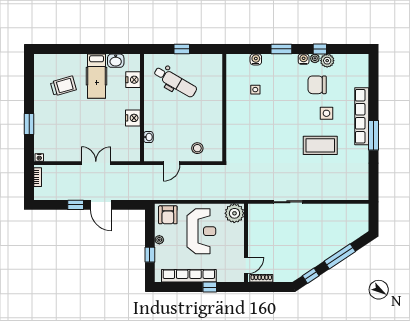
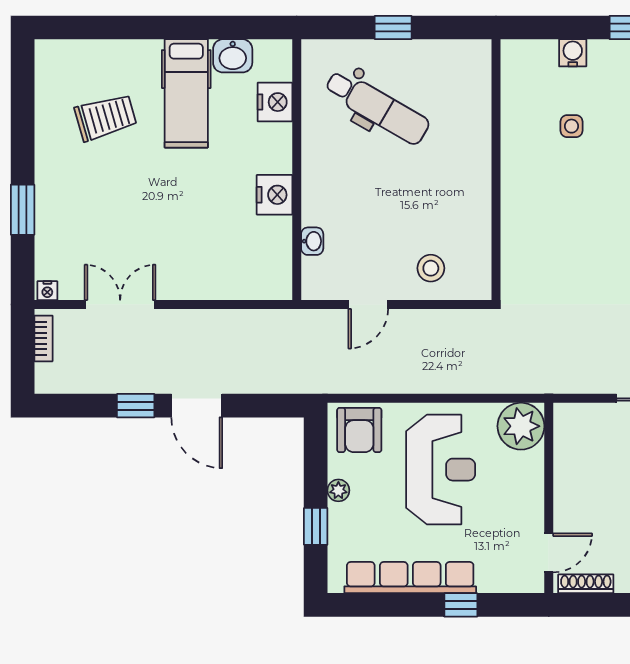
double door: (96, 163) -> (120, 305), moved

